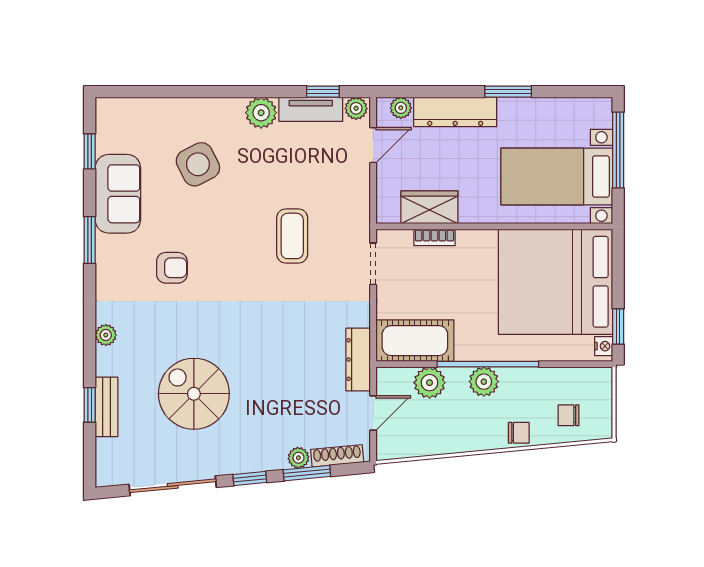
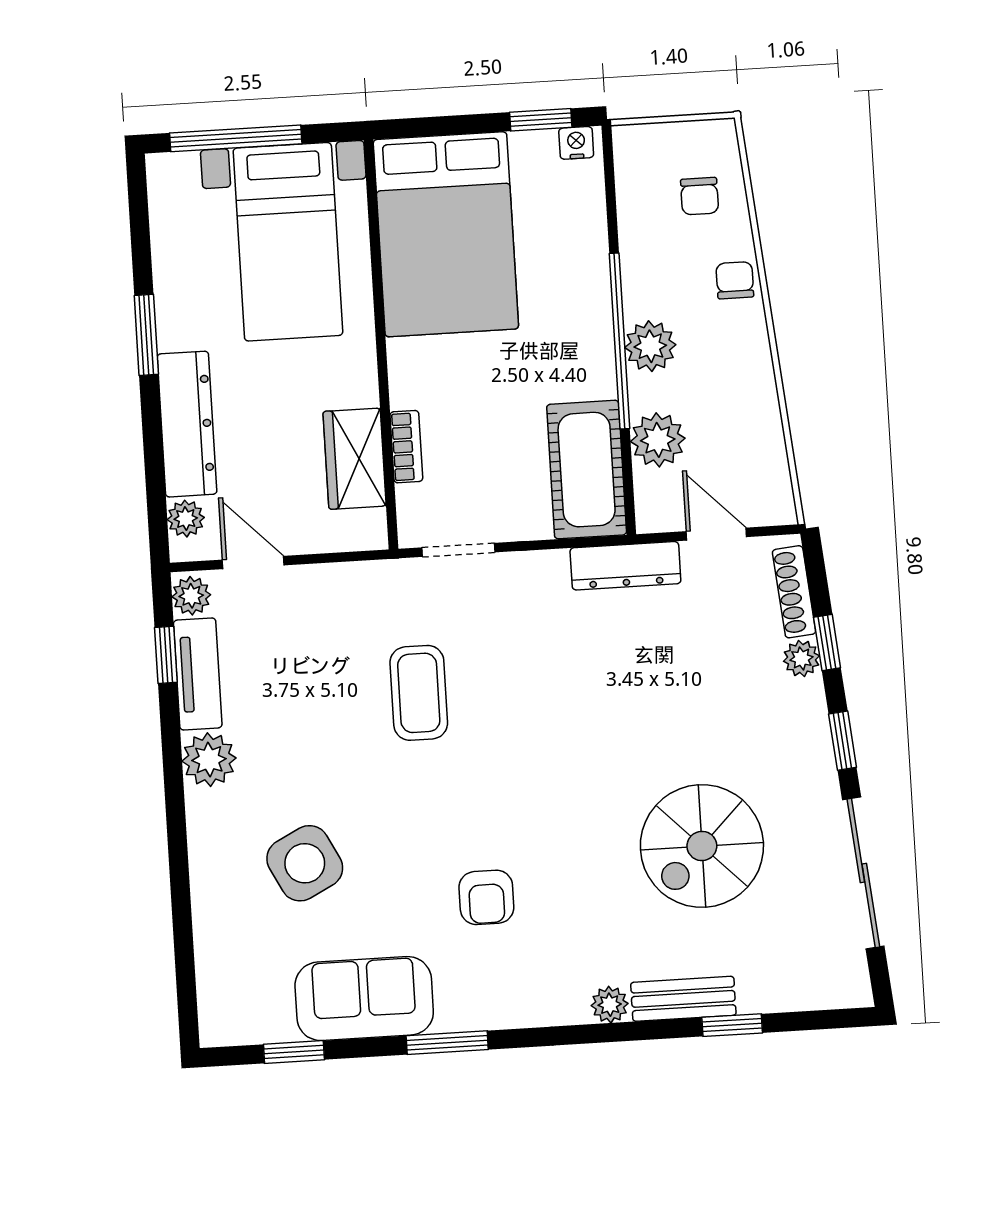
coffee table: (292, 236) -> (419, 693), turned 90
armchair: (172, 268) -> (486, 897), turned 180
bed: (555, 282) -> (446, 234), width x0.73
bench: (106, 407) -> (683, 999), moved
window: (307, 473) -> (827, 642), width x0.67

